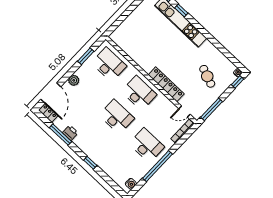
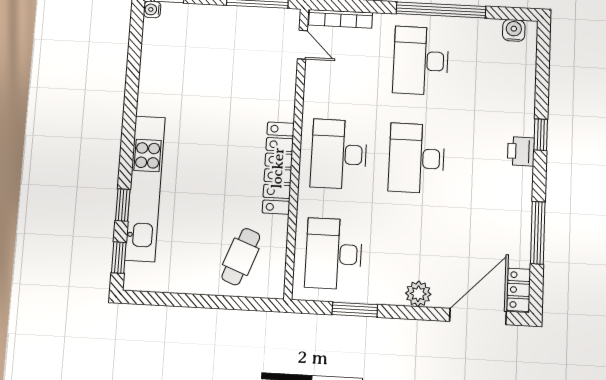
cafe table: (207, 76) -> (241, 257), moved
locker: (166, 84) -> (278, 168), moved
printer: (70, 133) -> (521, 151), moved

